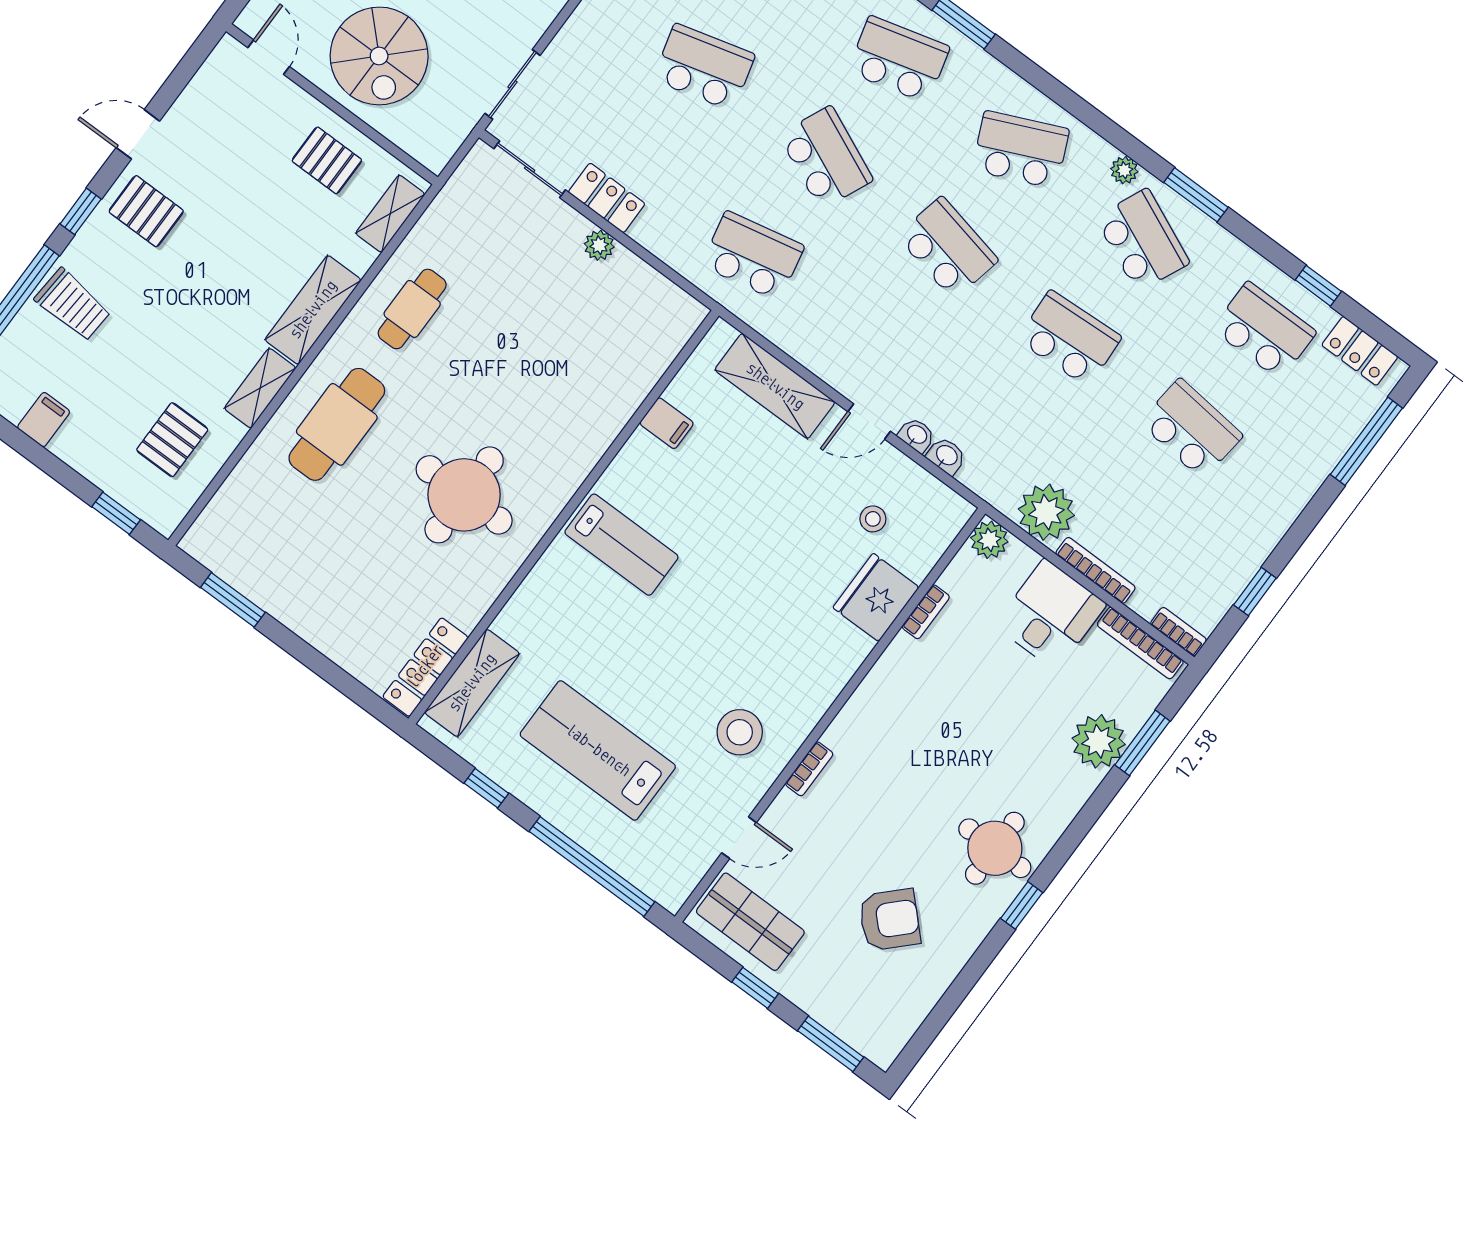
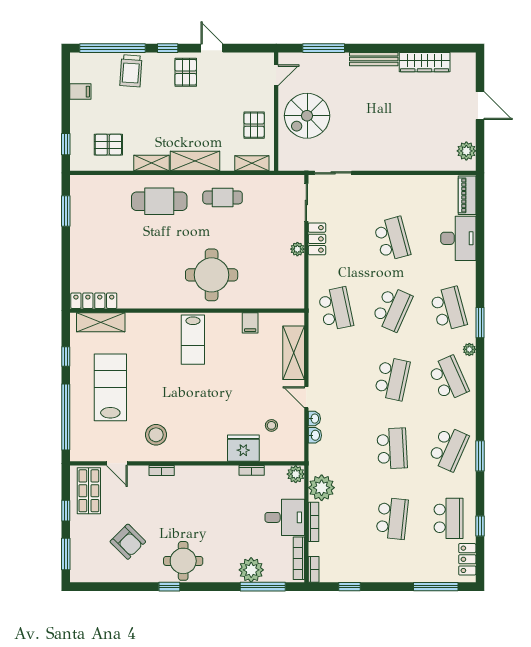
plant: (1124, 170) -> (469, 349), moved
round table: (464, 495) -> (212, 275), moved
window: (1142, 743) -> (263, 587), width x1.44

